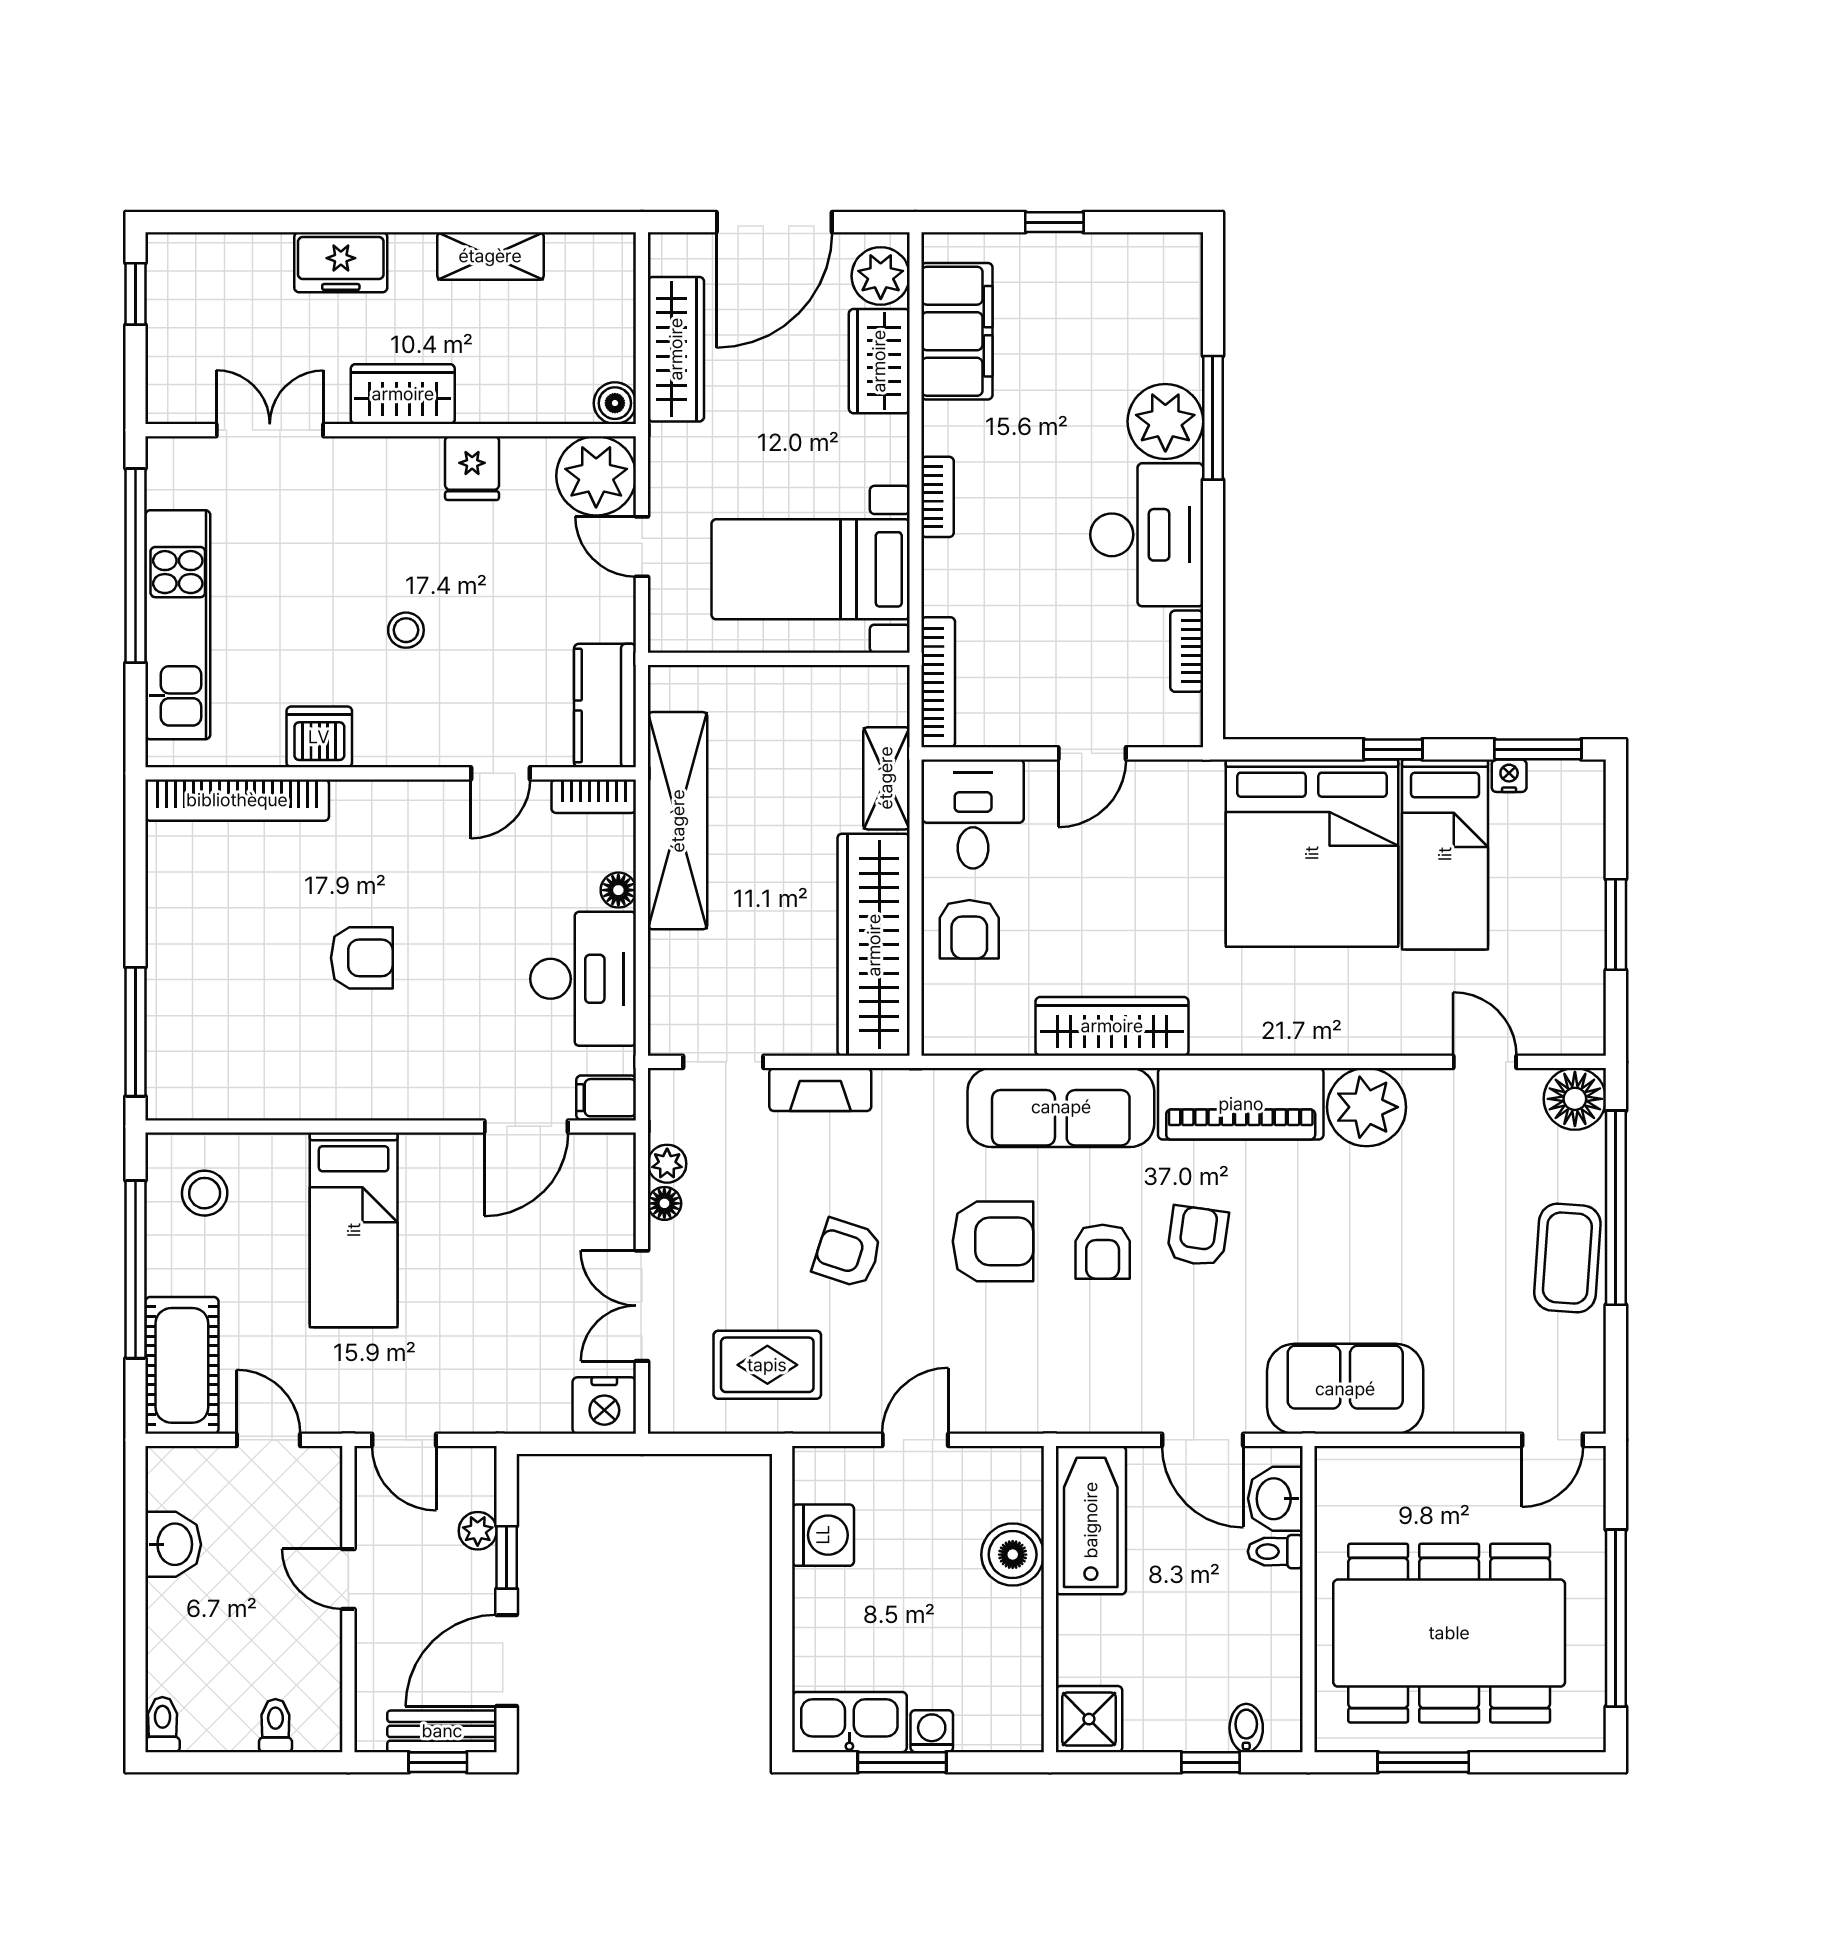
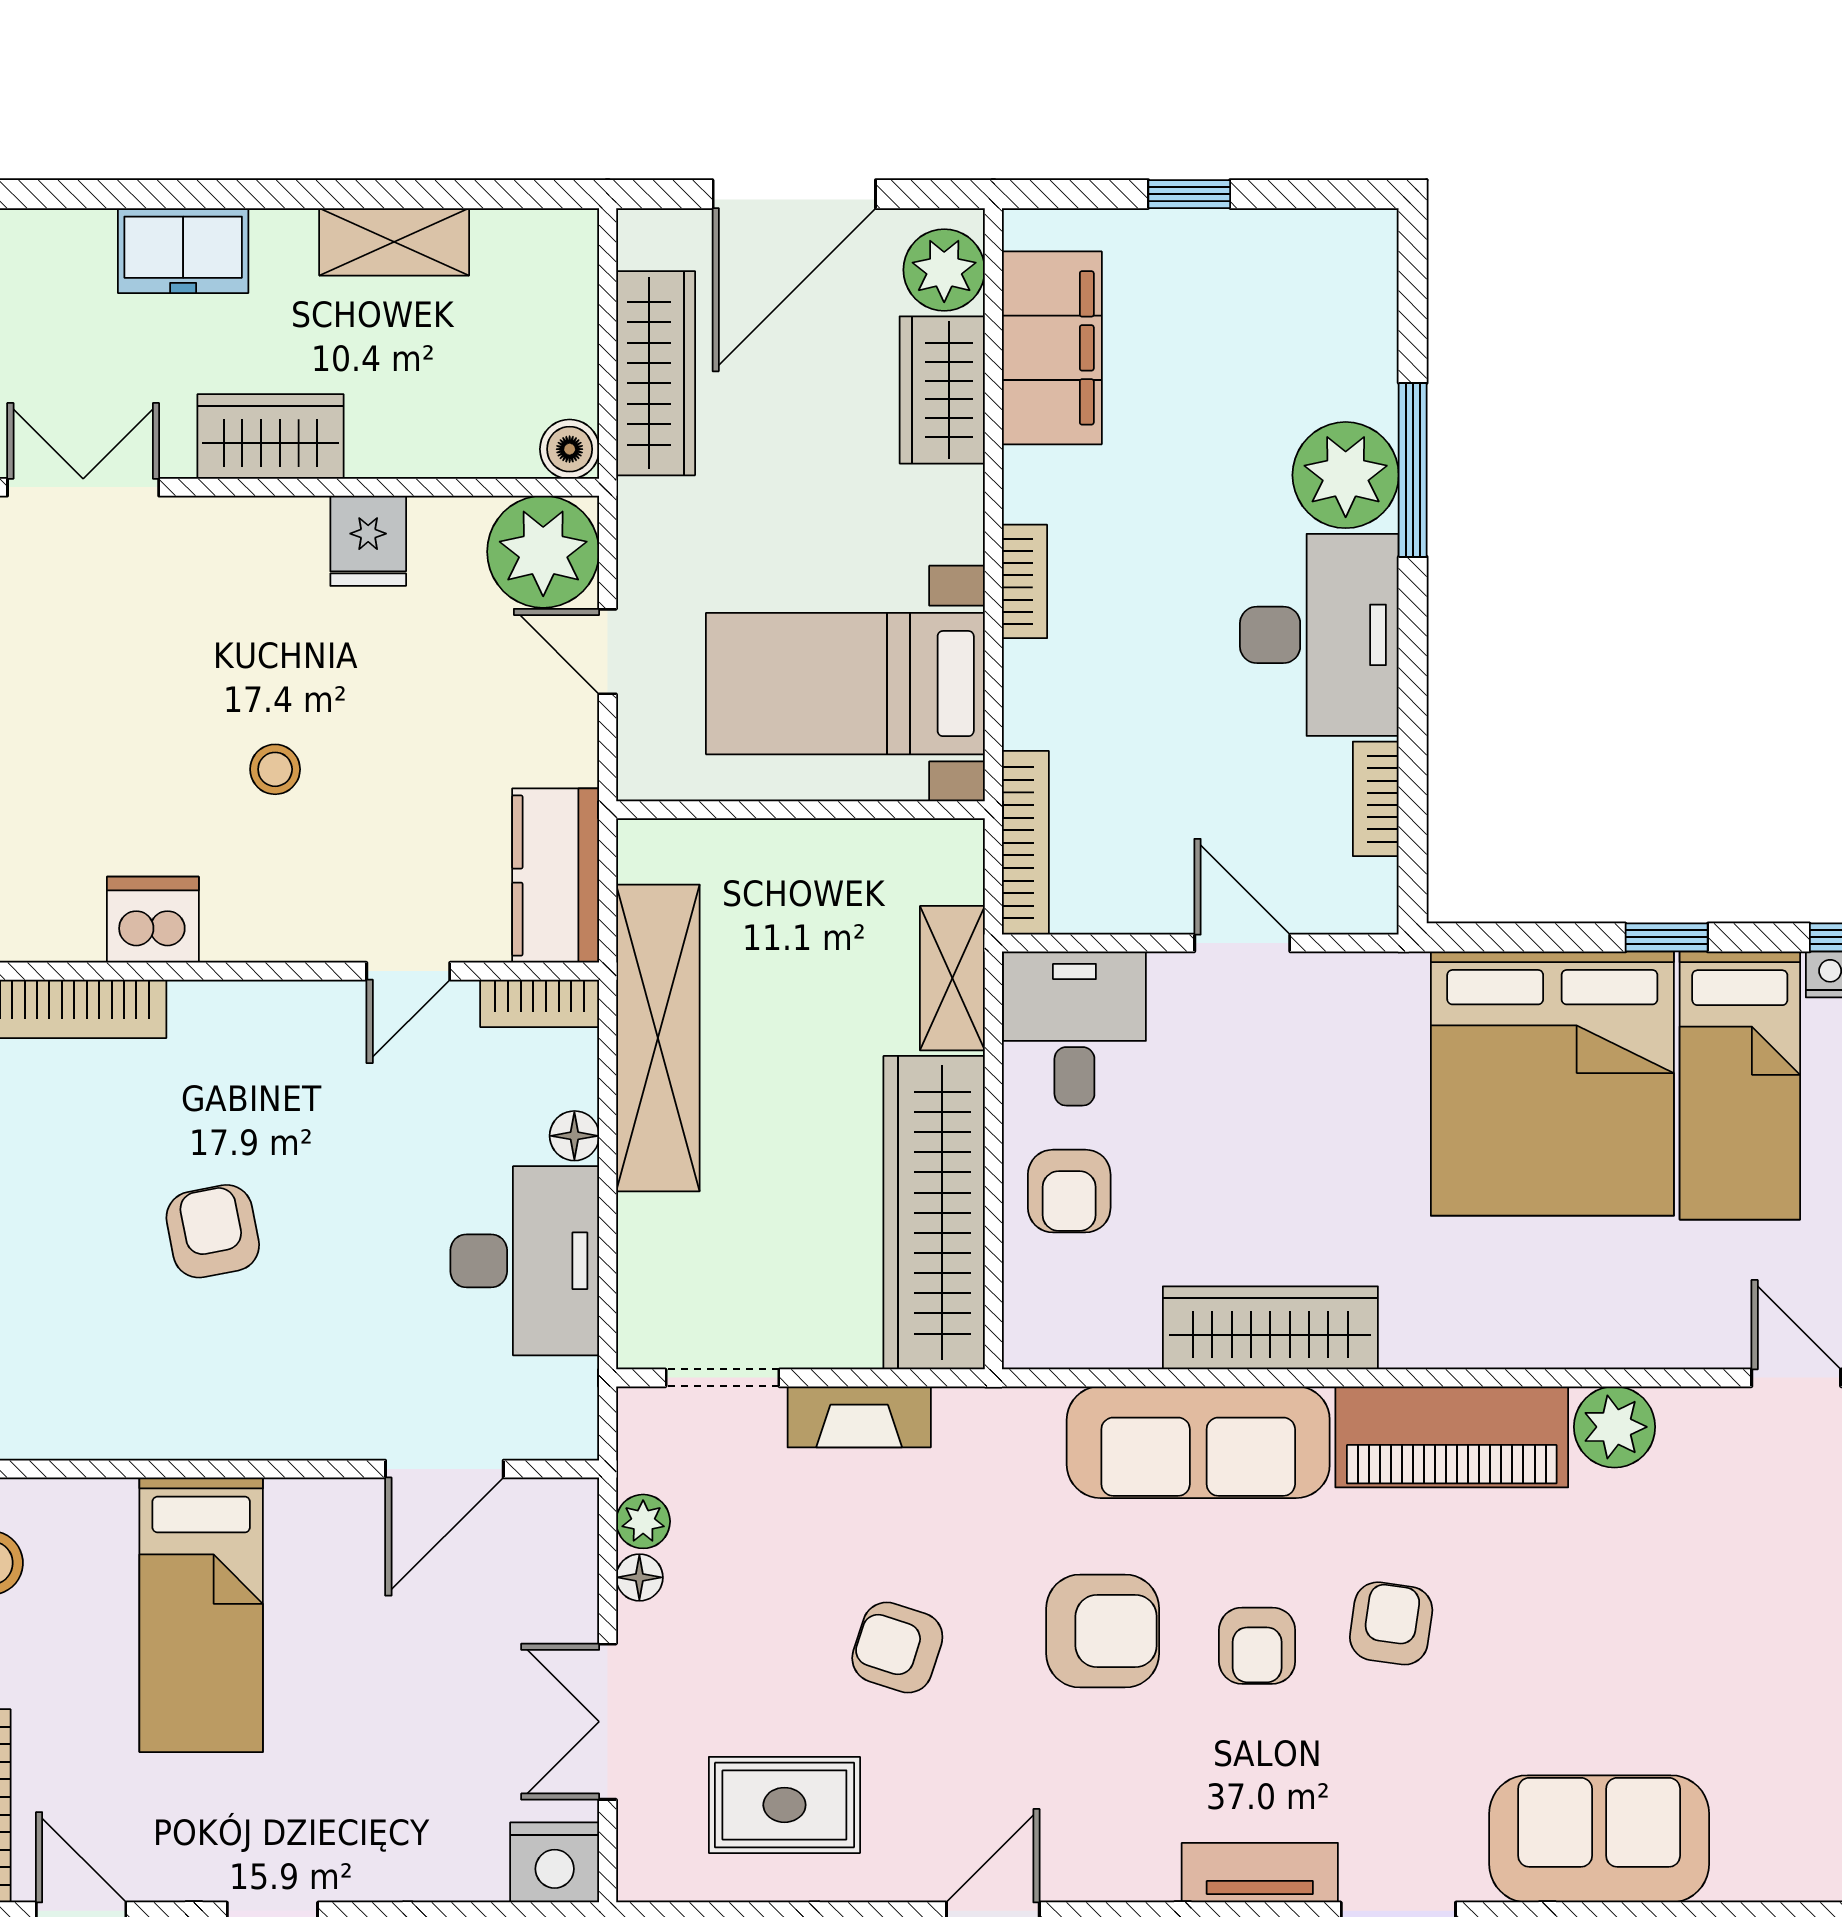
door: (1092, 753) -> (1242, 943), swing flipped
armchair: (362, 958) -> (213, 1231), turned -101
filing cabinet: (606, 1098) -> (557, 1428), removed
plant: (1367, 1107) -> (1615, 1427), width x0.73, depth x0.73
tv unit: (1105, 1413) -> (1260, 1873), added

